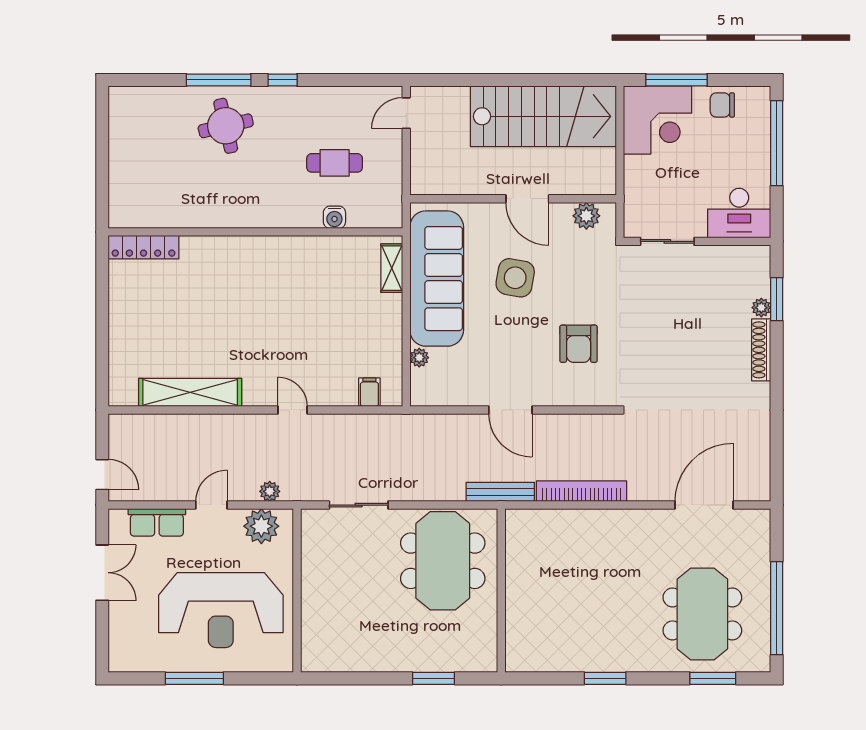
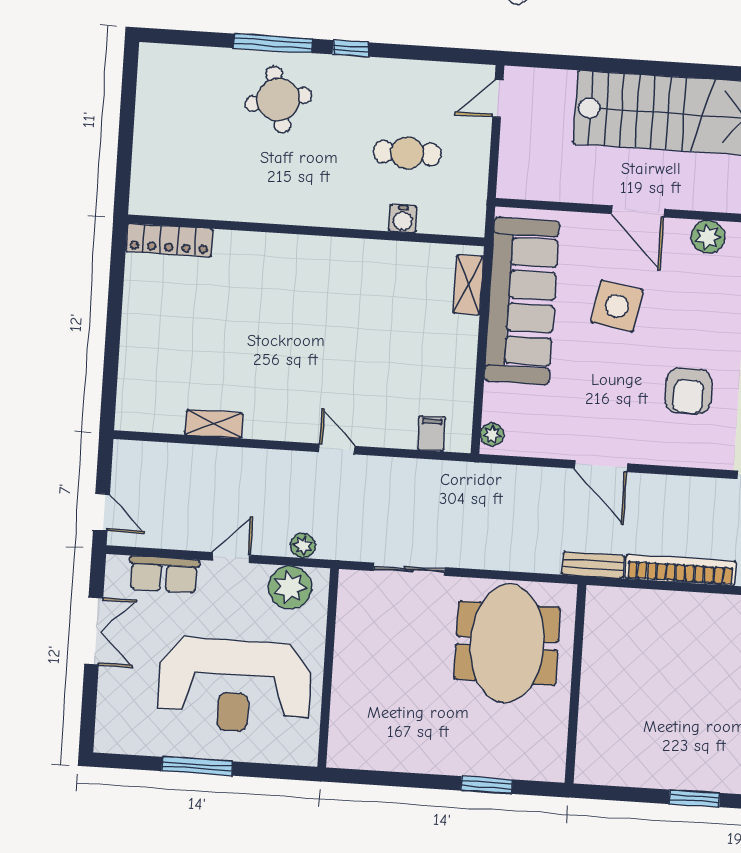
plant: (419, 358) -> (492, 435), moved
shelving: (190, 392) -> (214, 424), width x0.45, depth x0.75
bench: (500, 492) -> (593, 565), width x0.73

